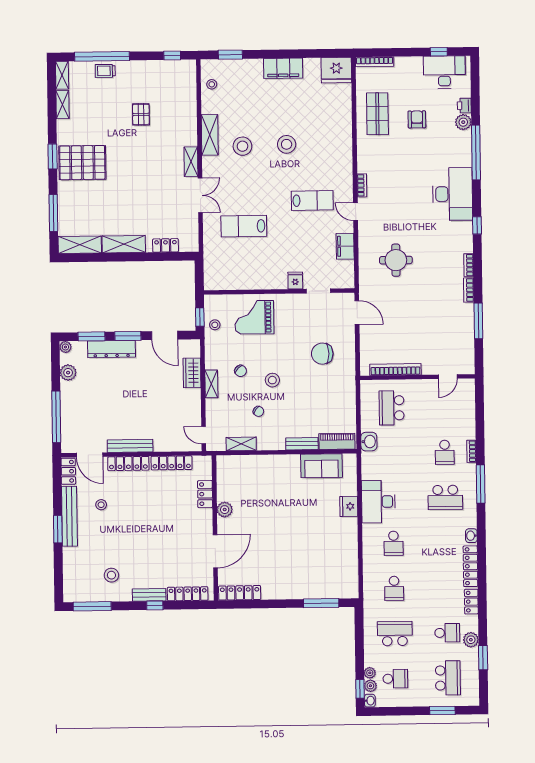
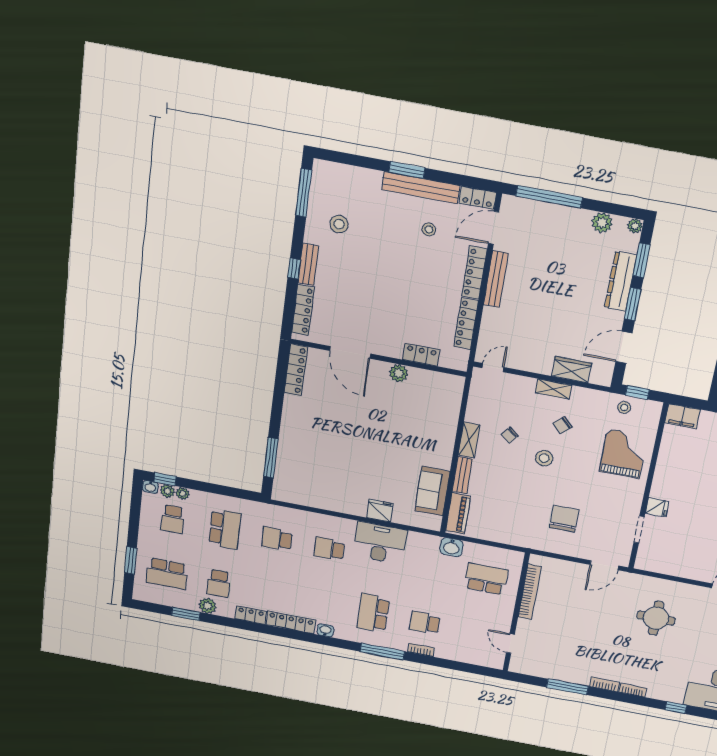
filing cabinet: (345, 246) -> (683, 416), moved, turned 180
shelving: (241, 444) -> (469, 440), moved

